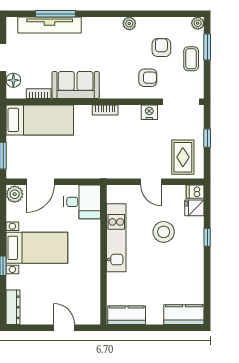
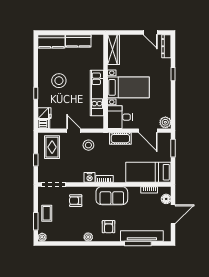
armchair: (161, 47) -> (109, 227), moved
sofa: (76, 85) -> (112, 196), moved
nightstand: (149, 112) -> (90, 177), moved
stool: (129, 160) -> (88, 145), added
cot: (81, 170) -> (120, 139), added
door: (40, 182) -> (148, 131), swing flipped
stool: (164, 232) -> (59, 81), moved
bed with nightstands: (37, 248) -> (128, 87), moved, turned 180
wardrobe: (92, 302) -> (113, 50), added
kitchen counter: (127, 315) -> (78, 41), moved
door: (64, 328) -> (150, 32), moved

